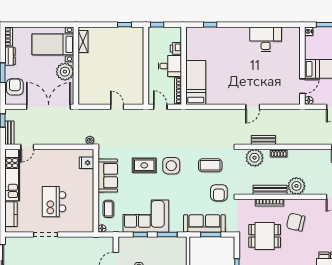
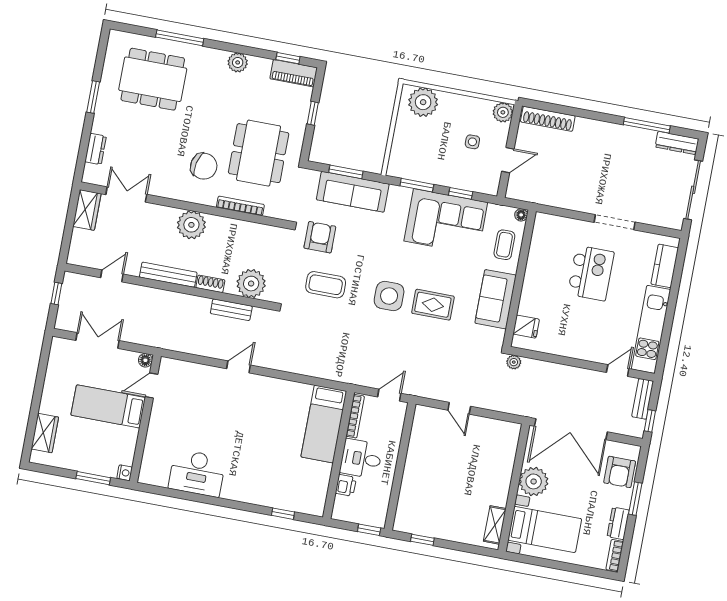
door: (160, 107) -> (389, 395), swing flipped
bench: (270, 190) -> (168, 275), moved
dining table: (265, 236) -> (259, 153), width x1.38

